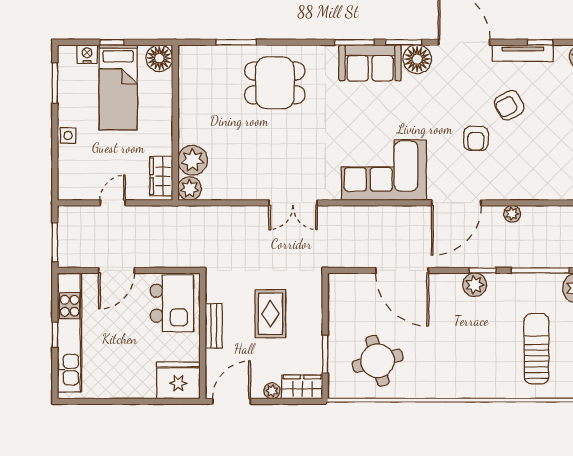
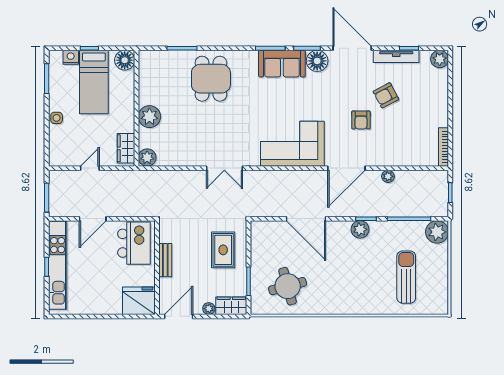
dining table: (275, 83) -> (211, 79), turned 90
plant: (193, 160) -> (149, 117), moved
rug: (270, 314) -> (223, 250), moved

